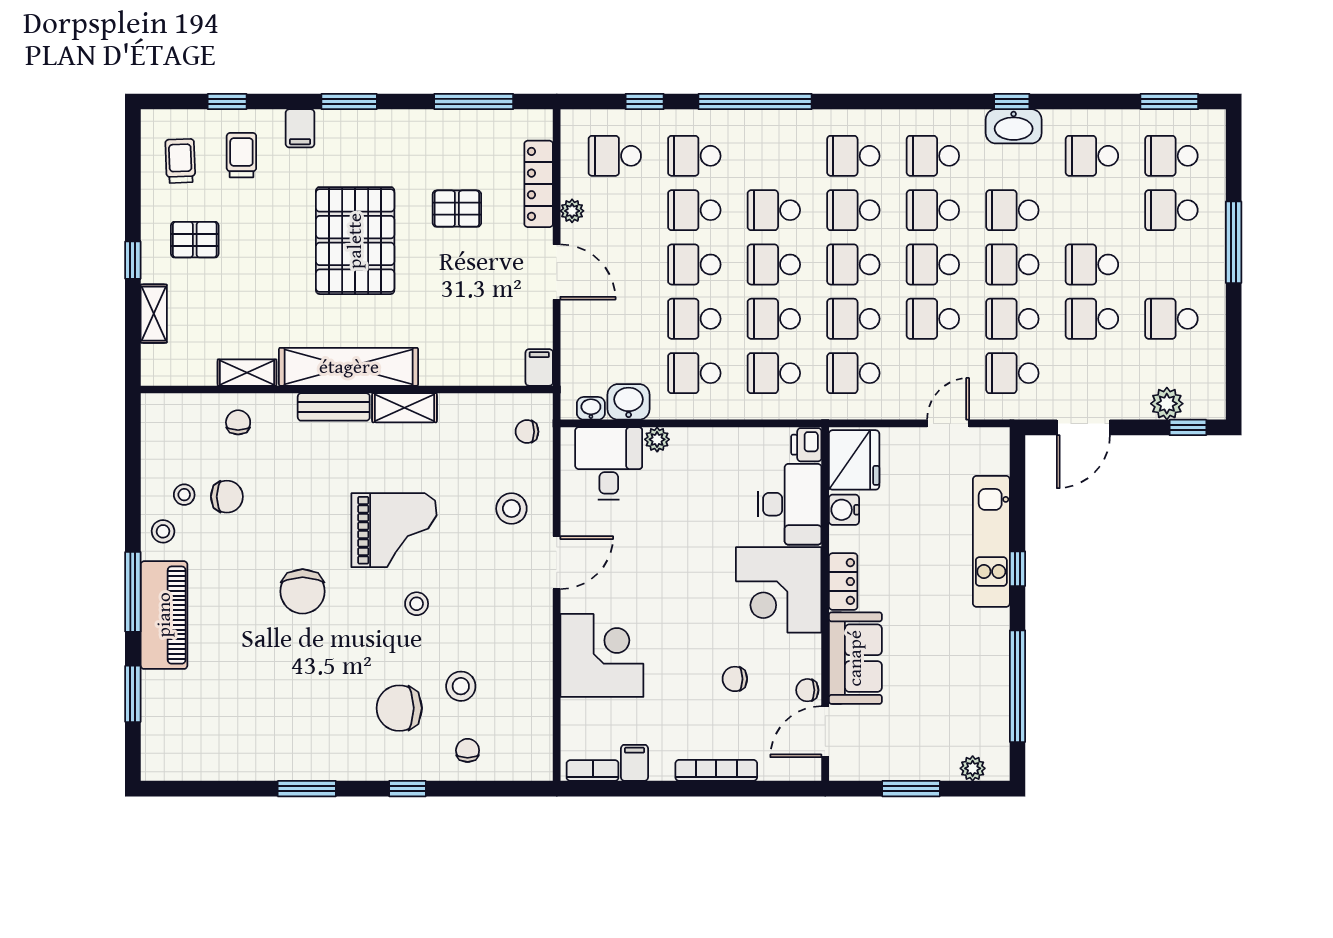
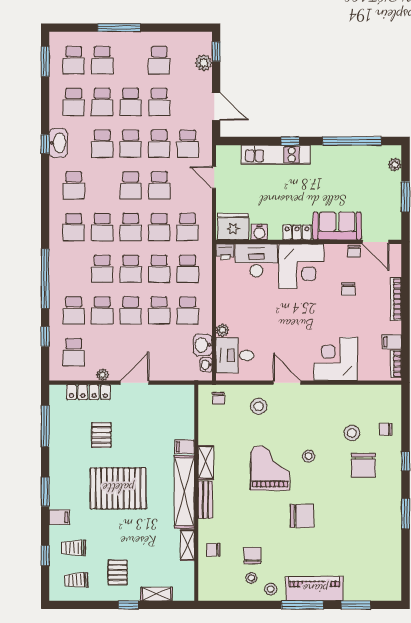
school desk: (933, 210) -> (102, 102), moved
filing cabinet: (539, 367) -> (185, 447), moved

